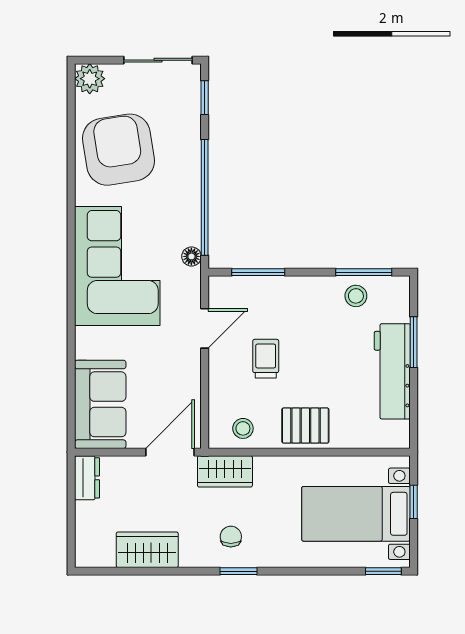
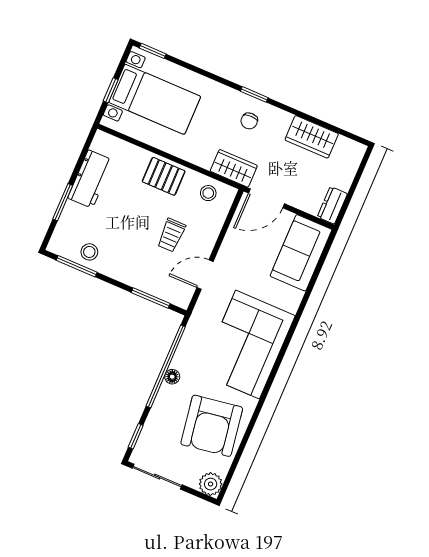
floor lamp: (191, 256) -> (172, 377), moved
workbench: (392, 371) -> (90, 179), width x0.73

